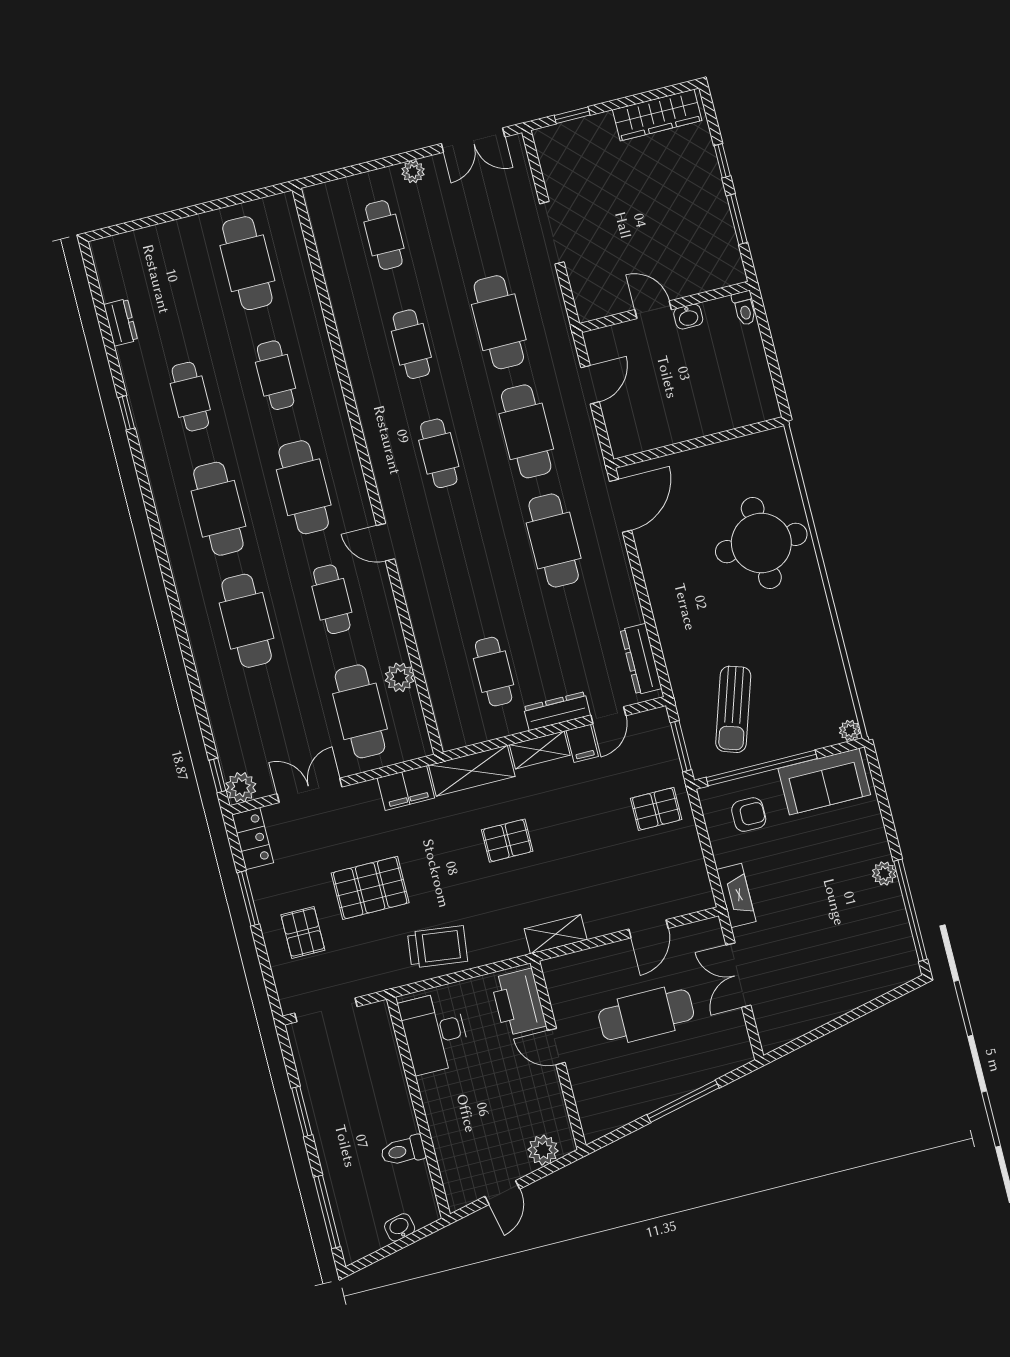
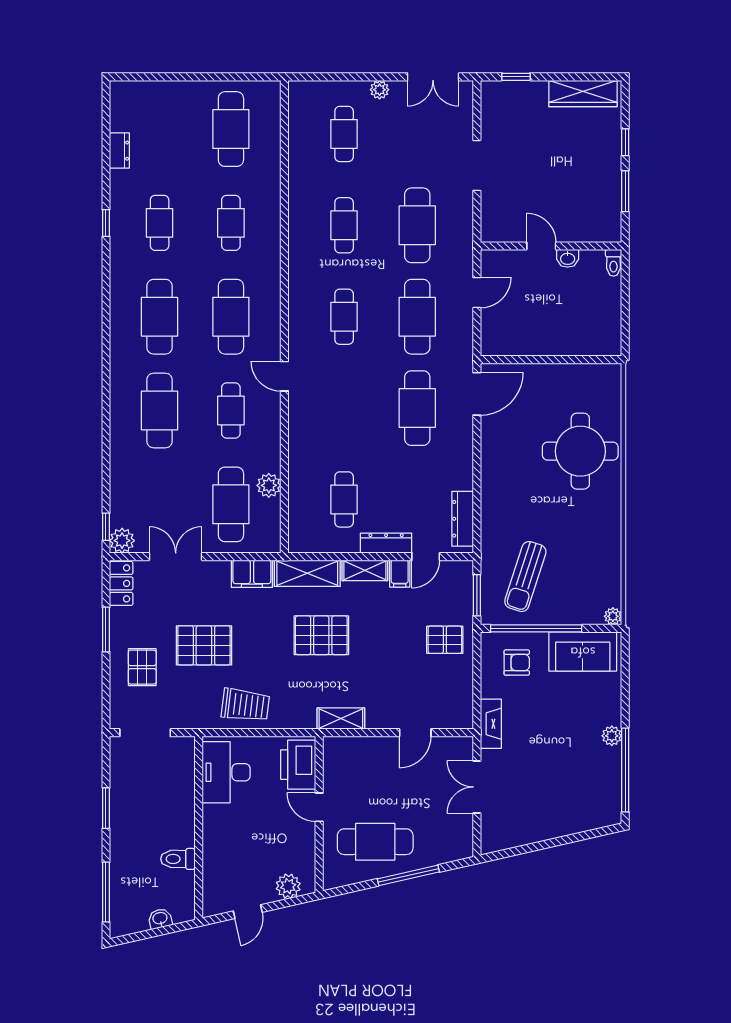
pallet: (507, 841) -> (321, 635), width x1.50, depth x1.42
cafe table: (646, 1015) -> (375, 842), moved

